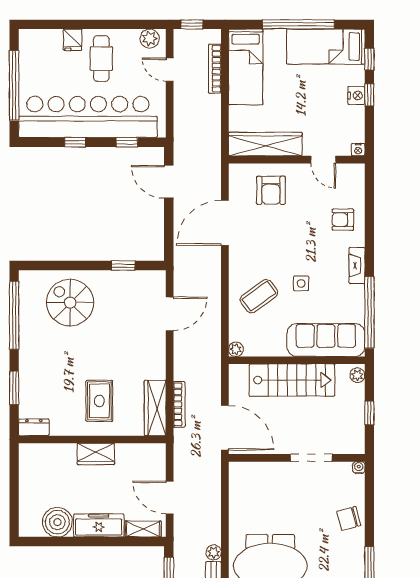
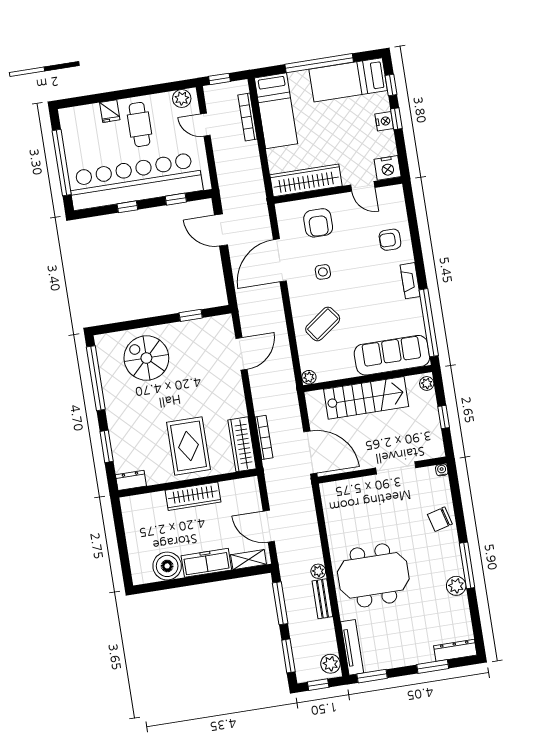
nightstand: (358, 150) -> (388, 168), width x1.89, depth x1.79
side table: (301, 283) -> (323, 272), moved
rug: (99, 401) -> (188, 446), width x1.36, depth x1.43
wardrobe: (96, 454) -> (193, 496), width x1.50

